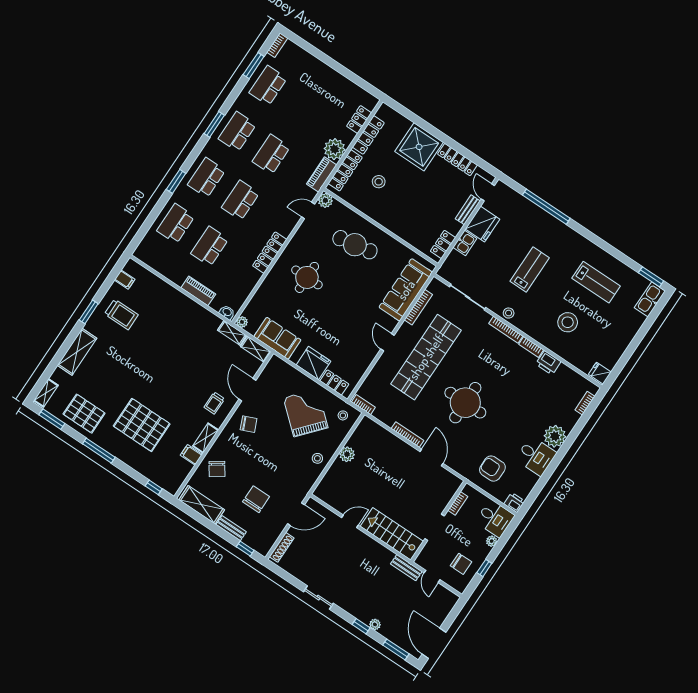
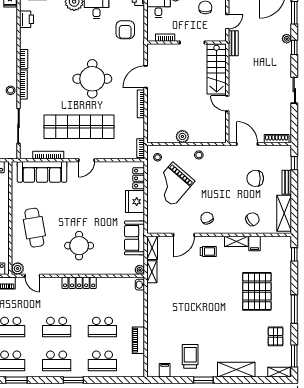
piano: (198, 291) -> (138, 340), moved
printer: (548, 363) -> (27, 19), moved
pallet: (84, 414) -> (276, 336), width x0.67, depth x0.71

